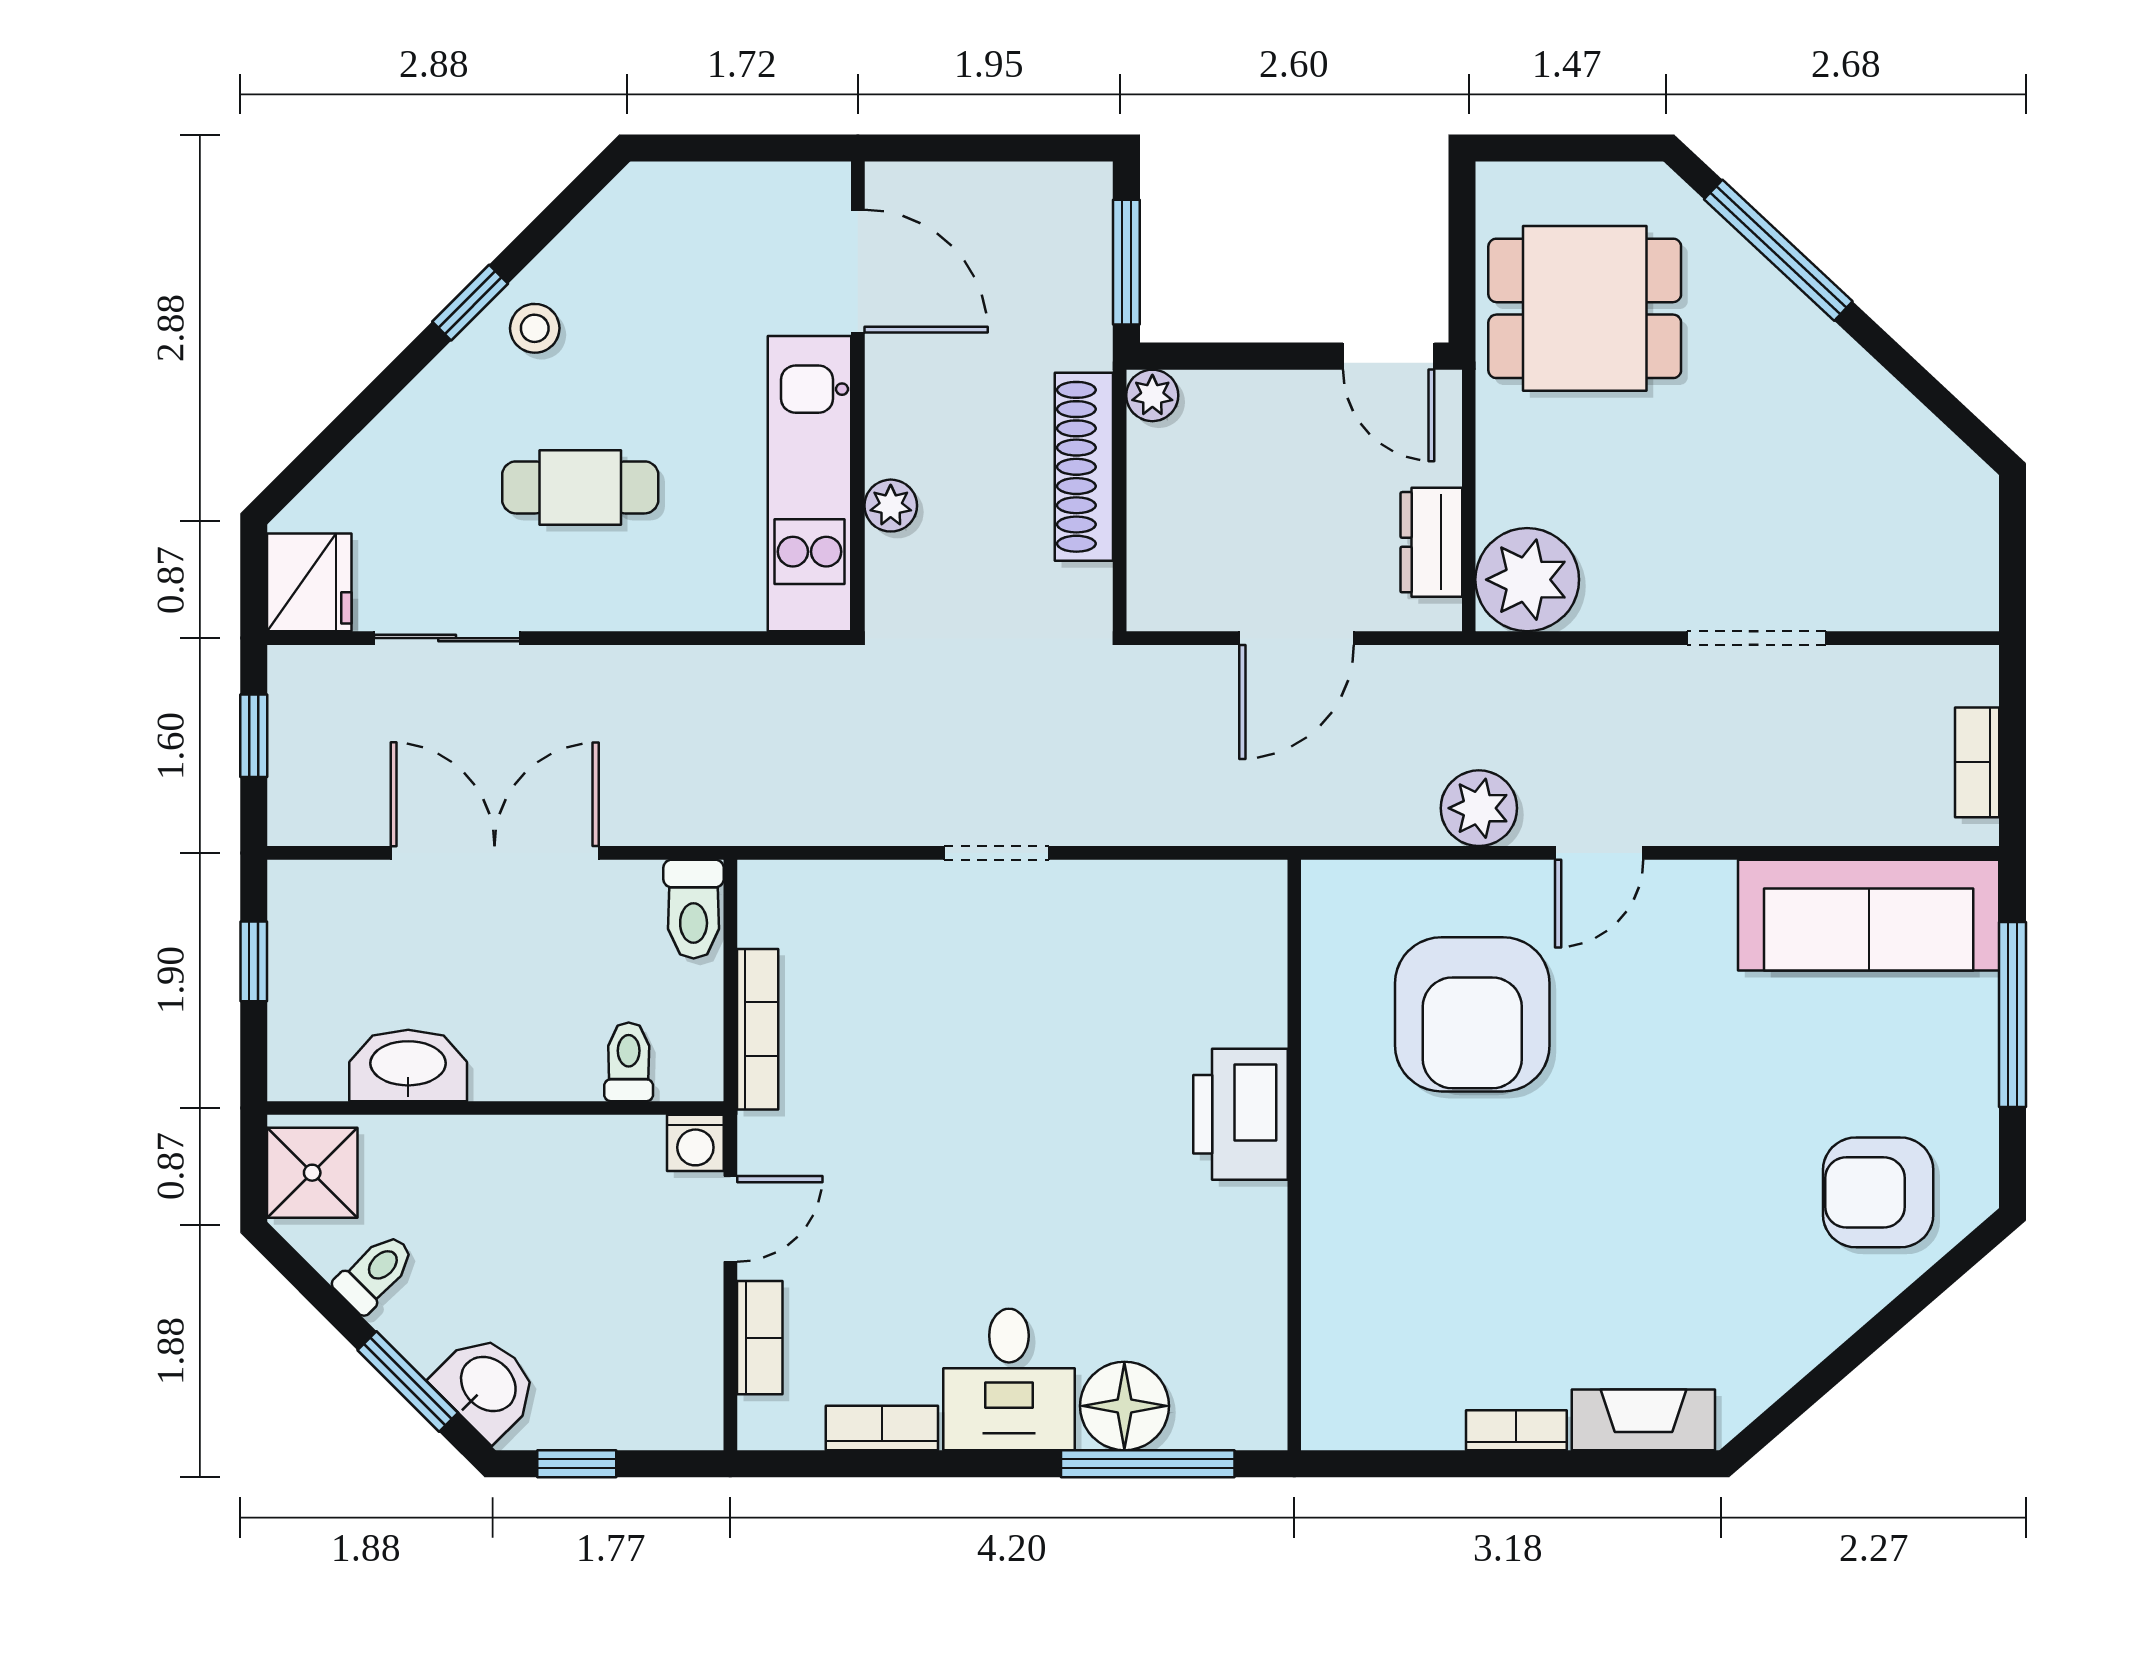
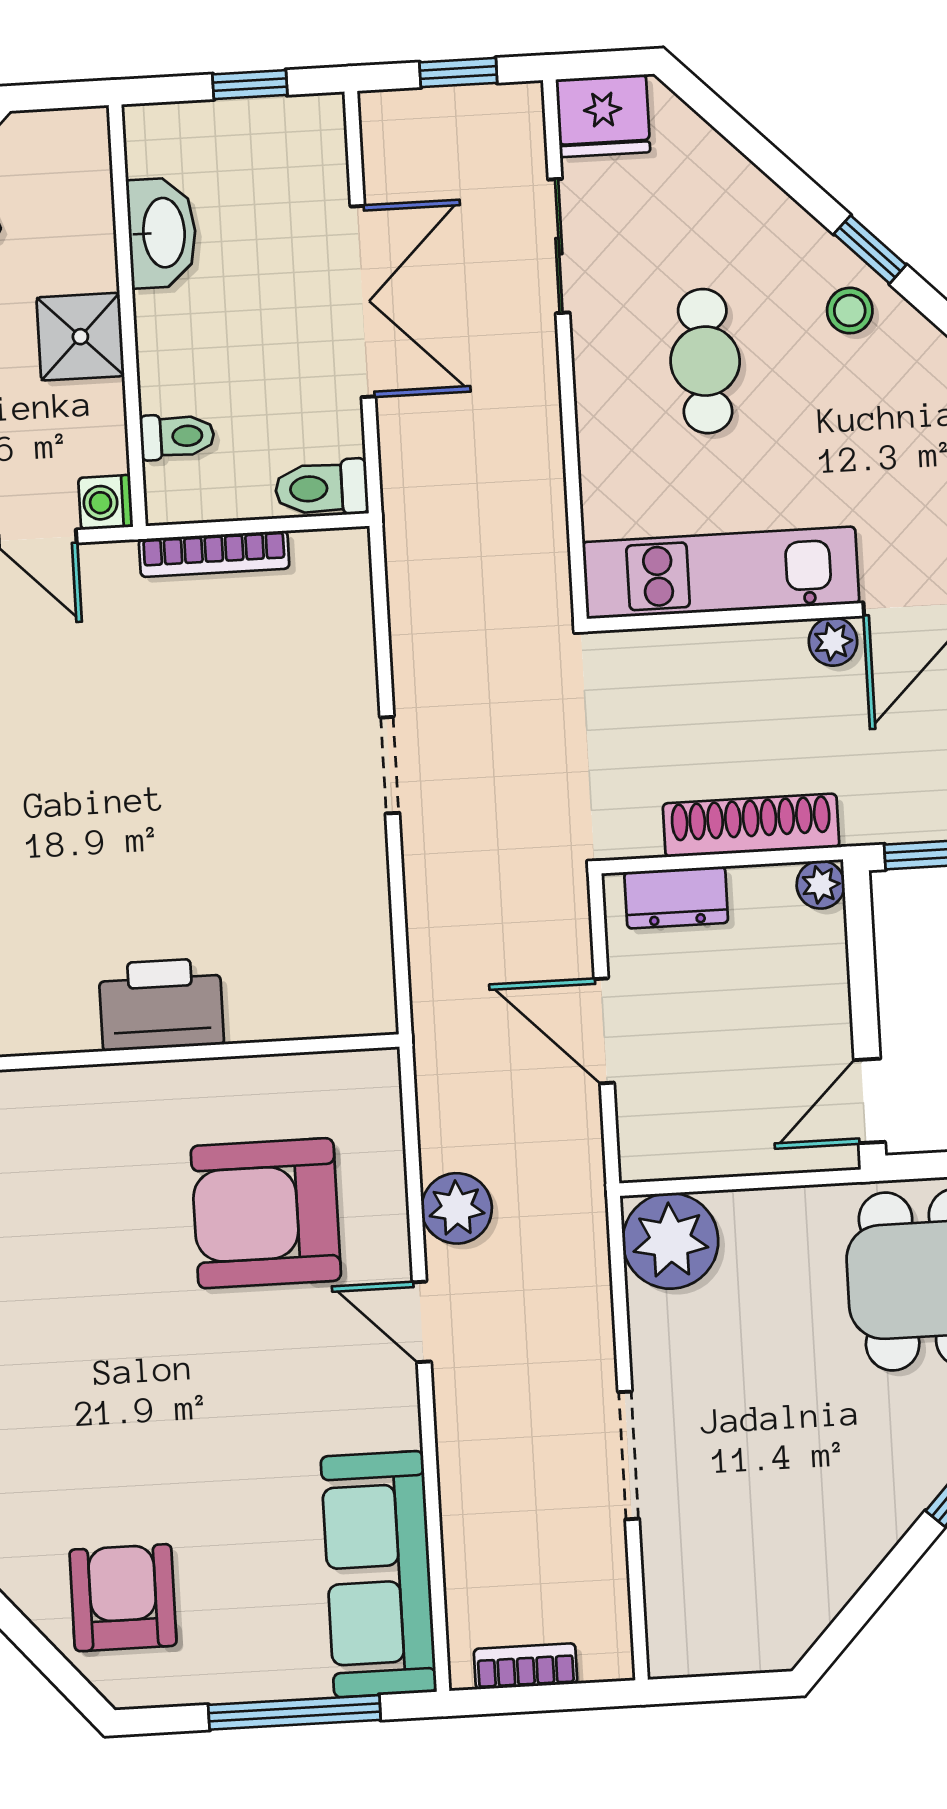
plant: (891, 506) -> (833, 641), moved
dresser: (1431, 542) -> (676, 897), moved, turned 180
shower: (312, 1173) -> (80, 337), moved

